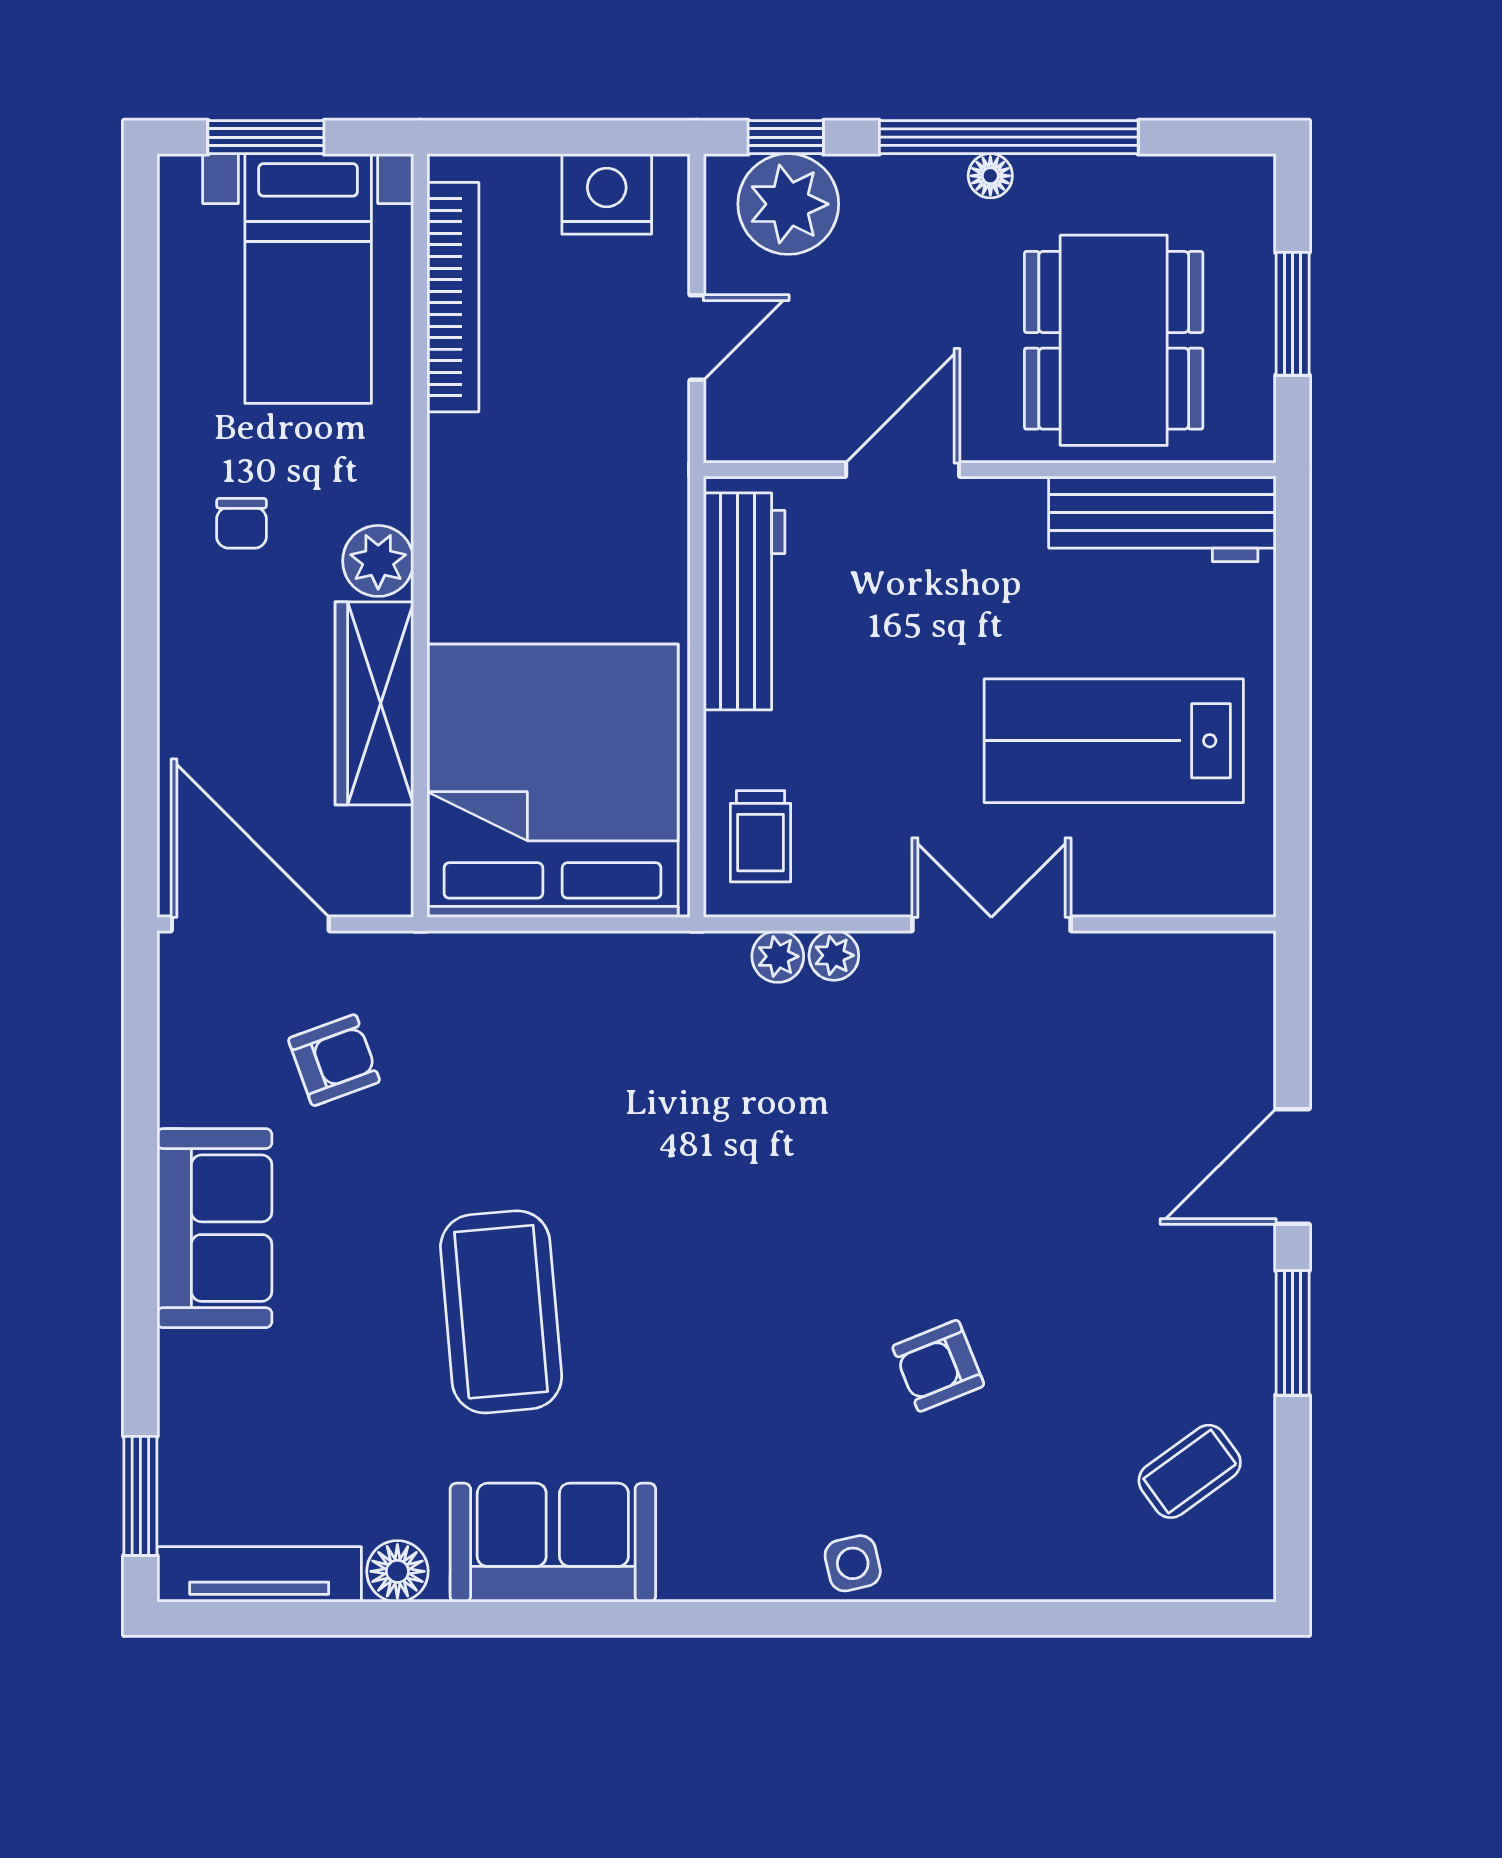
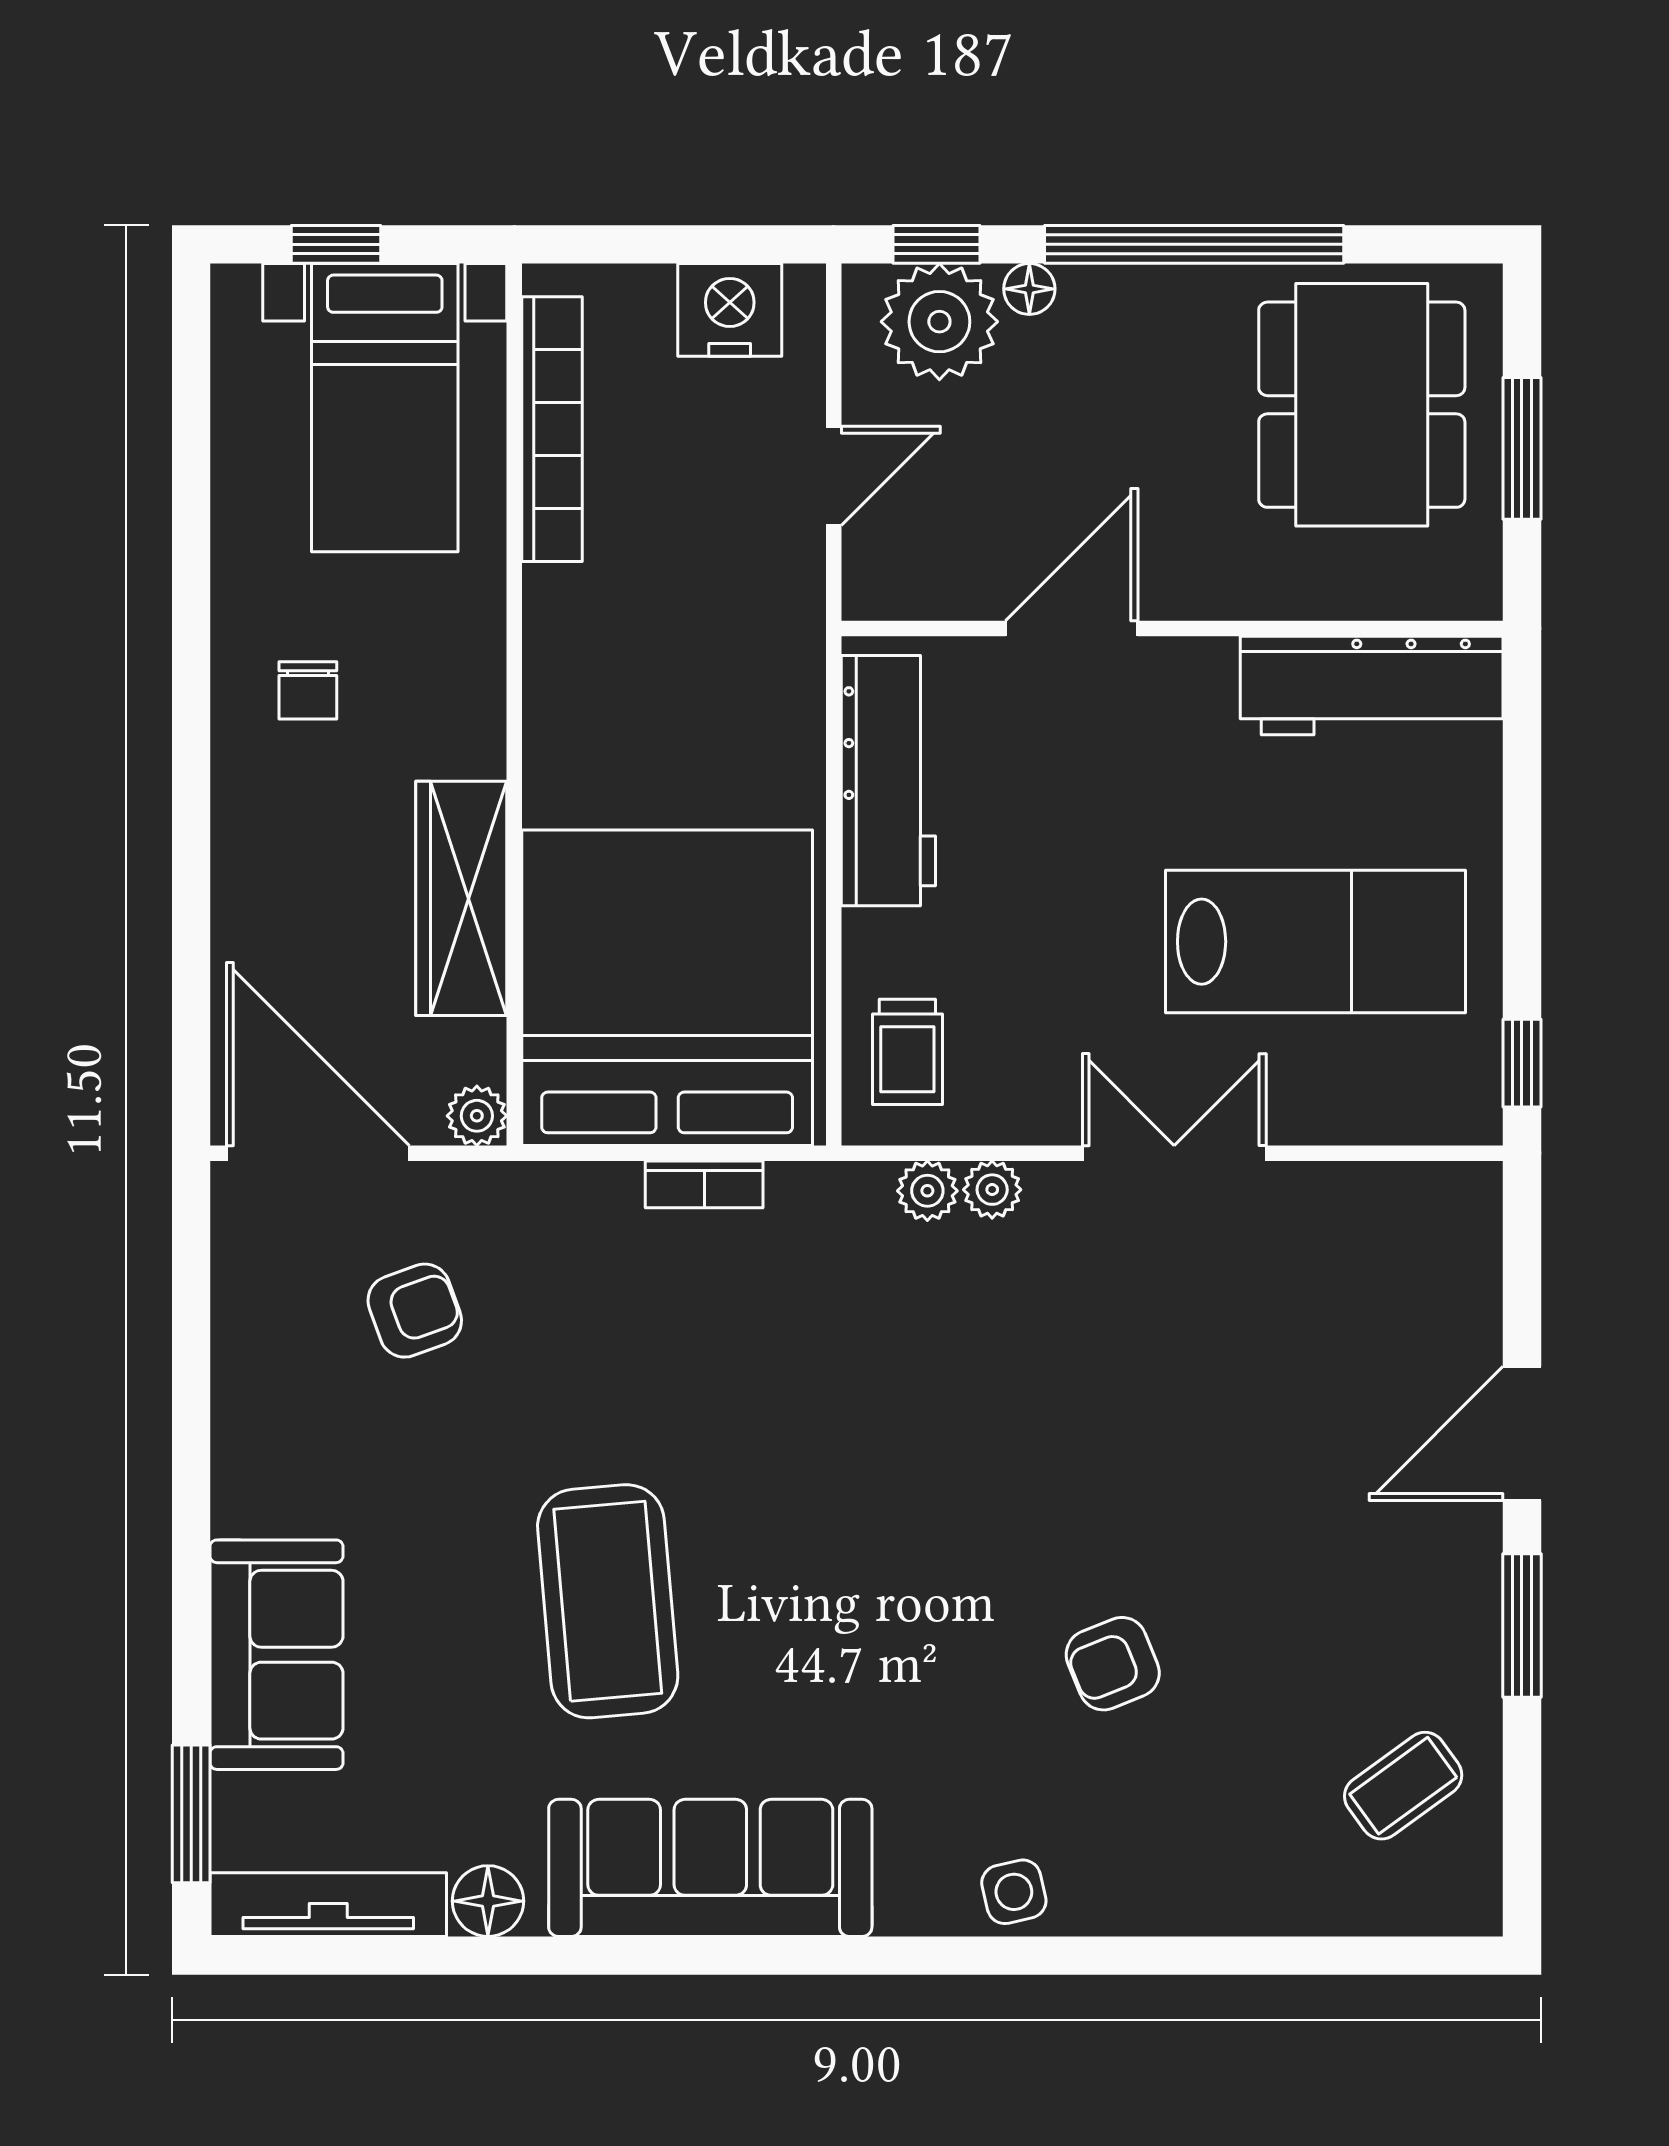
window: (266, 137) -> (336, 244), width x0.67
floor lamp: (990, 176) -> (1029, 289), moved
dining table: (1114, 340) -> (1362, 405), moved
plant: (378, 561) -> (477, 1116), moved, width x0.73, depth x0.73
lab bench: (1114, 741) -> (1315, 942), turned 180
window: (1293, 846) -> (1522, 1063), added
bookcase: (584, 951) -> (704, 1184), added
sofa: (214, 1228) -> (277, 1655), moved
sofa: (553, 1543) -> (710, 1868), width x1.36

